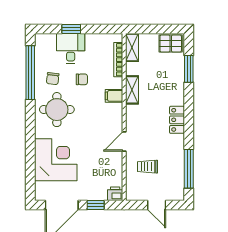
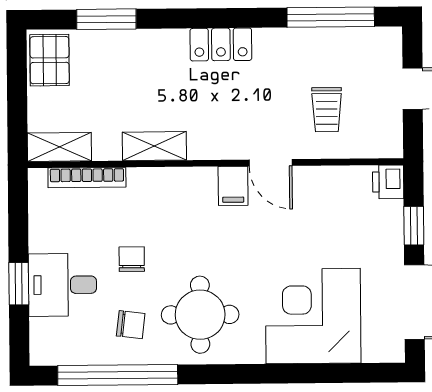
filing cabinet: (114, 96) -> (233, 186), moved

